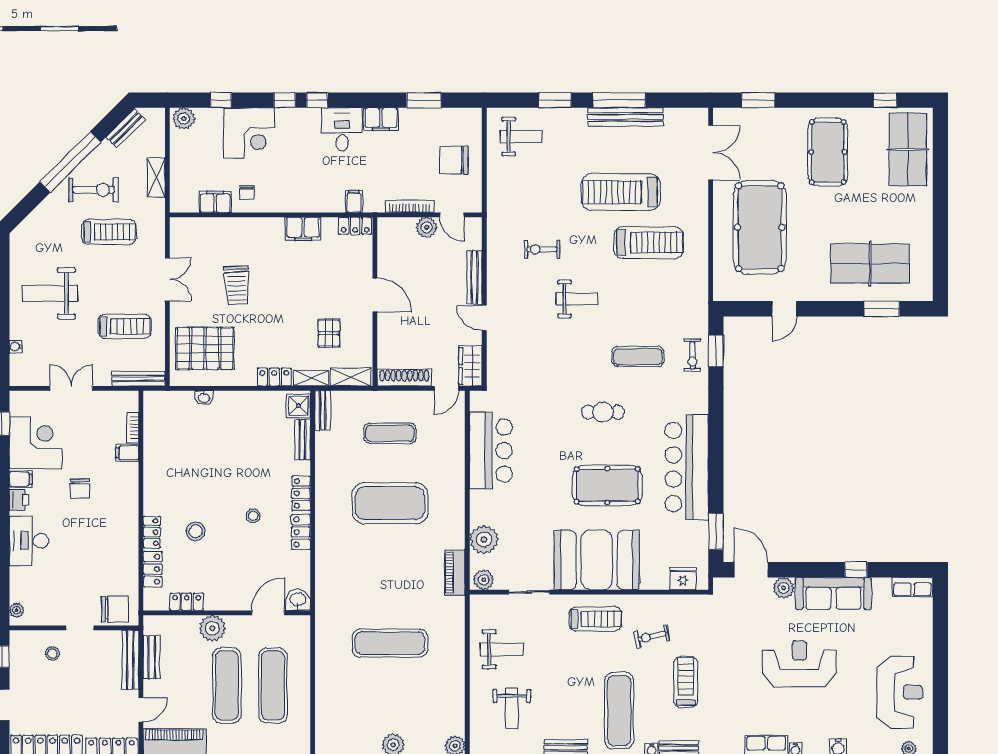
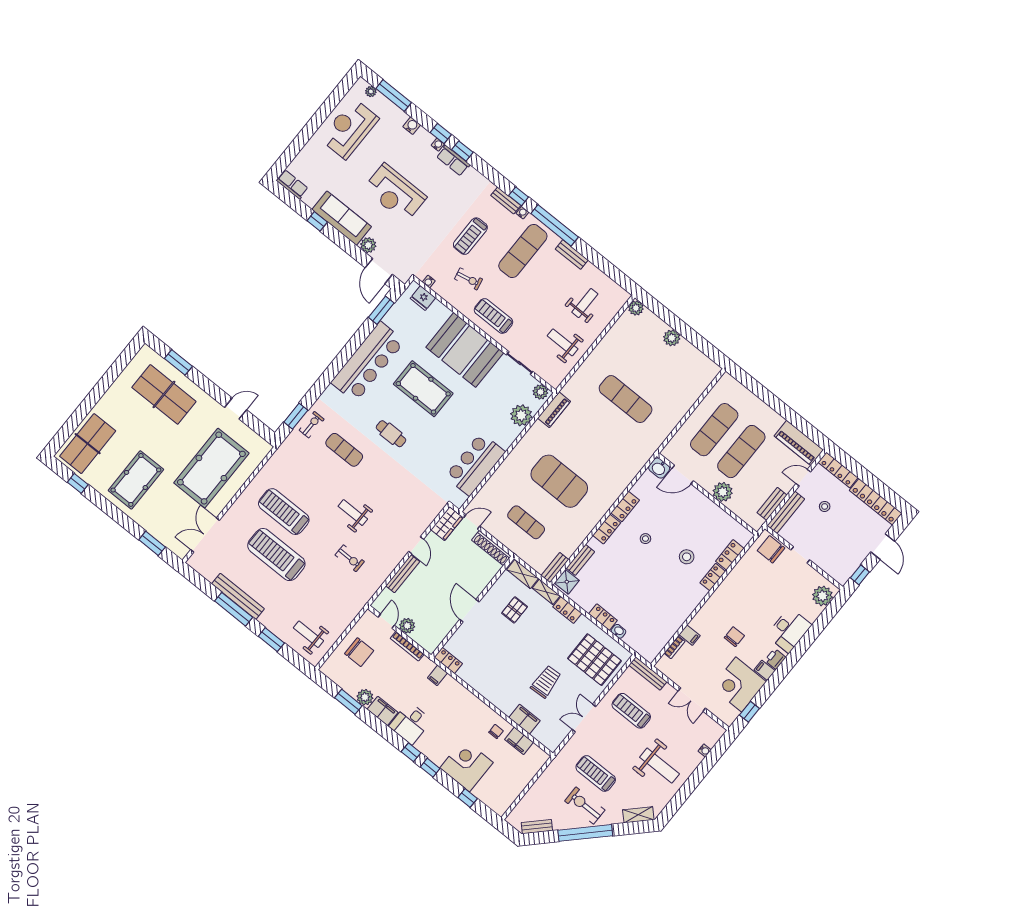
plant: (184, 119) -> (365, 697), moved
shelving: (156, 177) -> (638, 815), moved, turned 45
treadmill: (621, 192) -> (276, 555), turned 180
filing cabinet: (303, 229) -> (524, 719), moved
water cooler: (691, 601) -> (429, 282), added
locker: (187, 602) -> (603, 617), moved, turned 180
plant: (17, 610) -> (822, 596), width x1.87, depth x1.87
stool: (52, 654) -> (825, 506), moved

